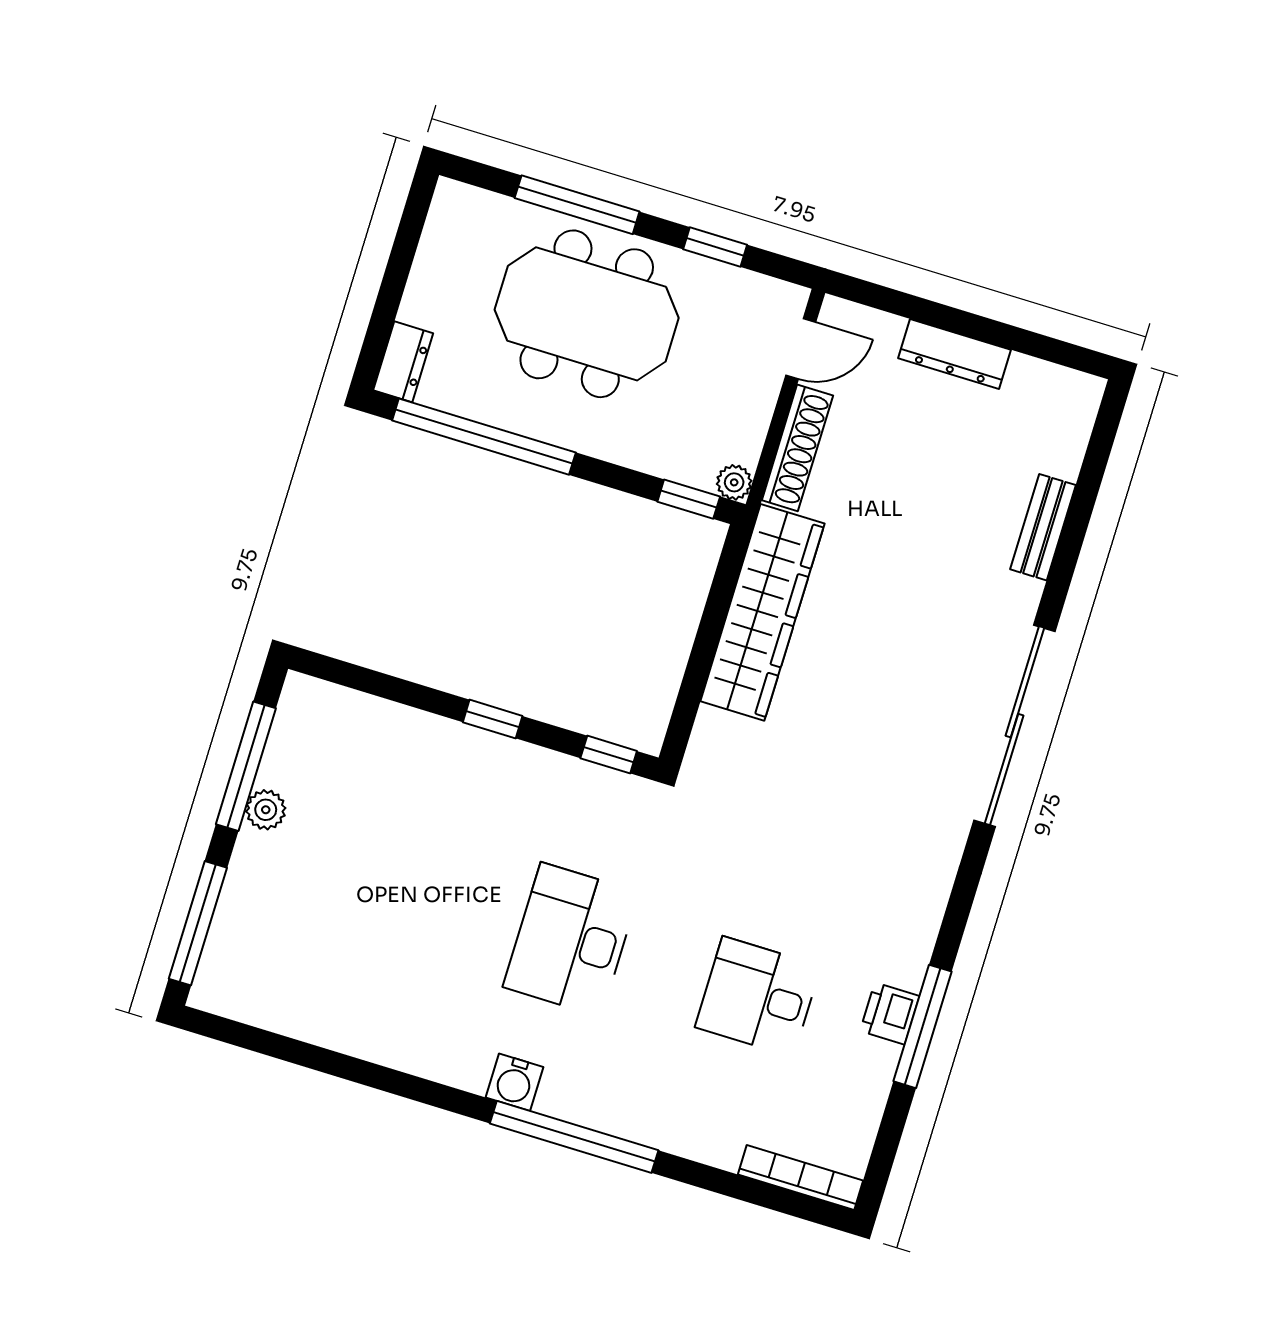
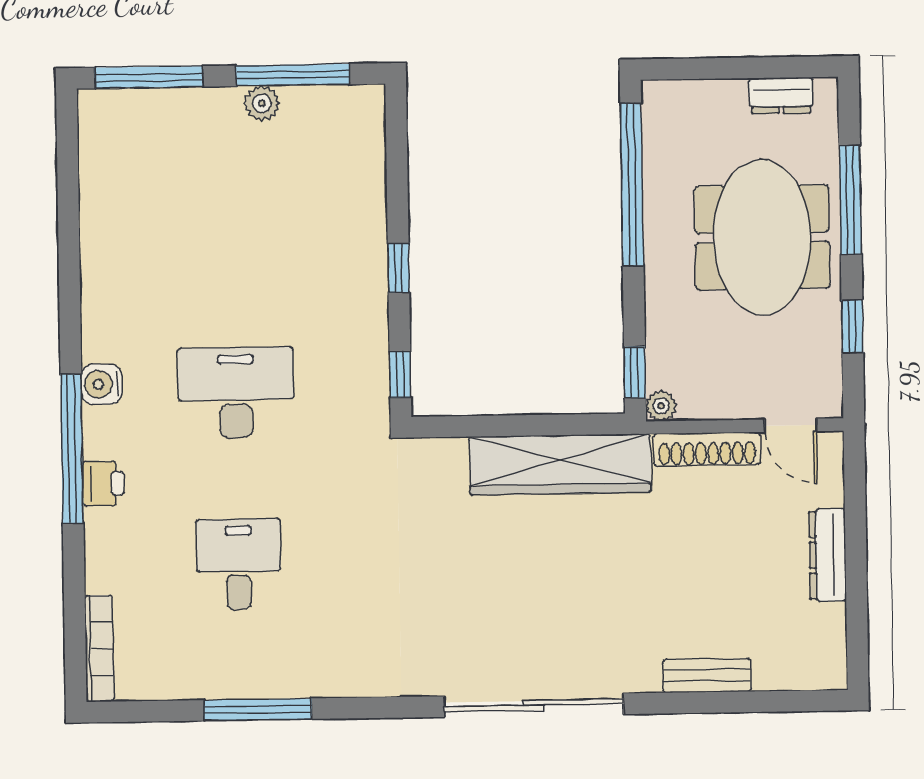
dresser: (403, 362) -> (781, 95), moved
printer: (890, 1014) -> (103, 483), moved, turned 90

